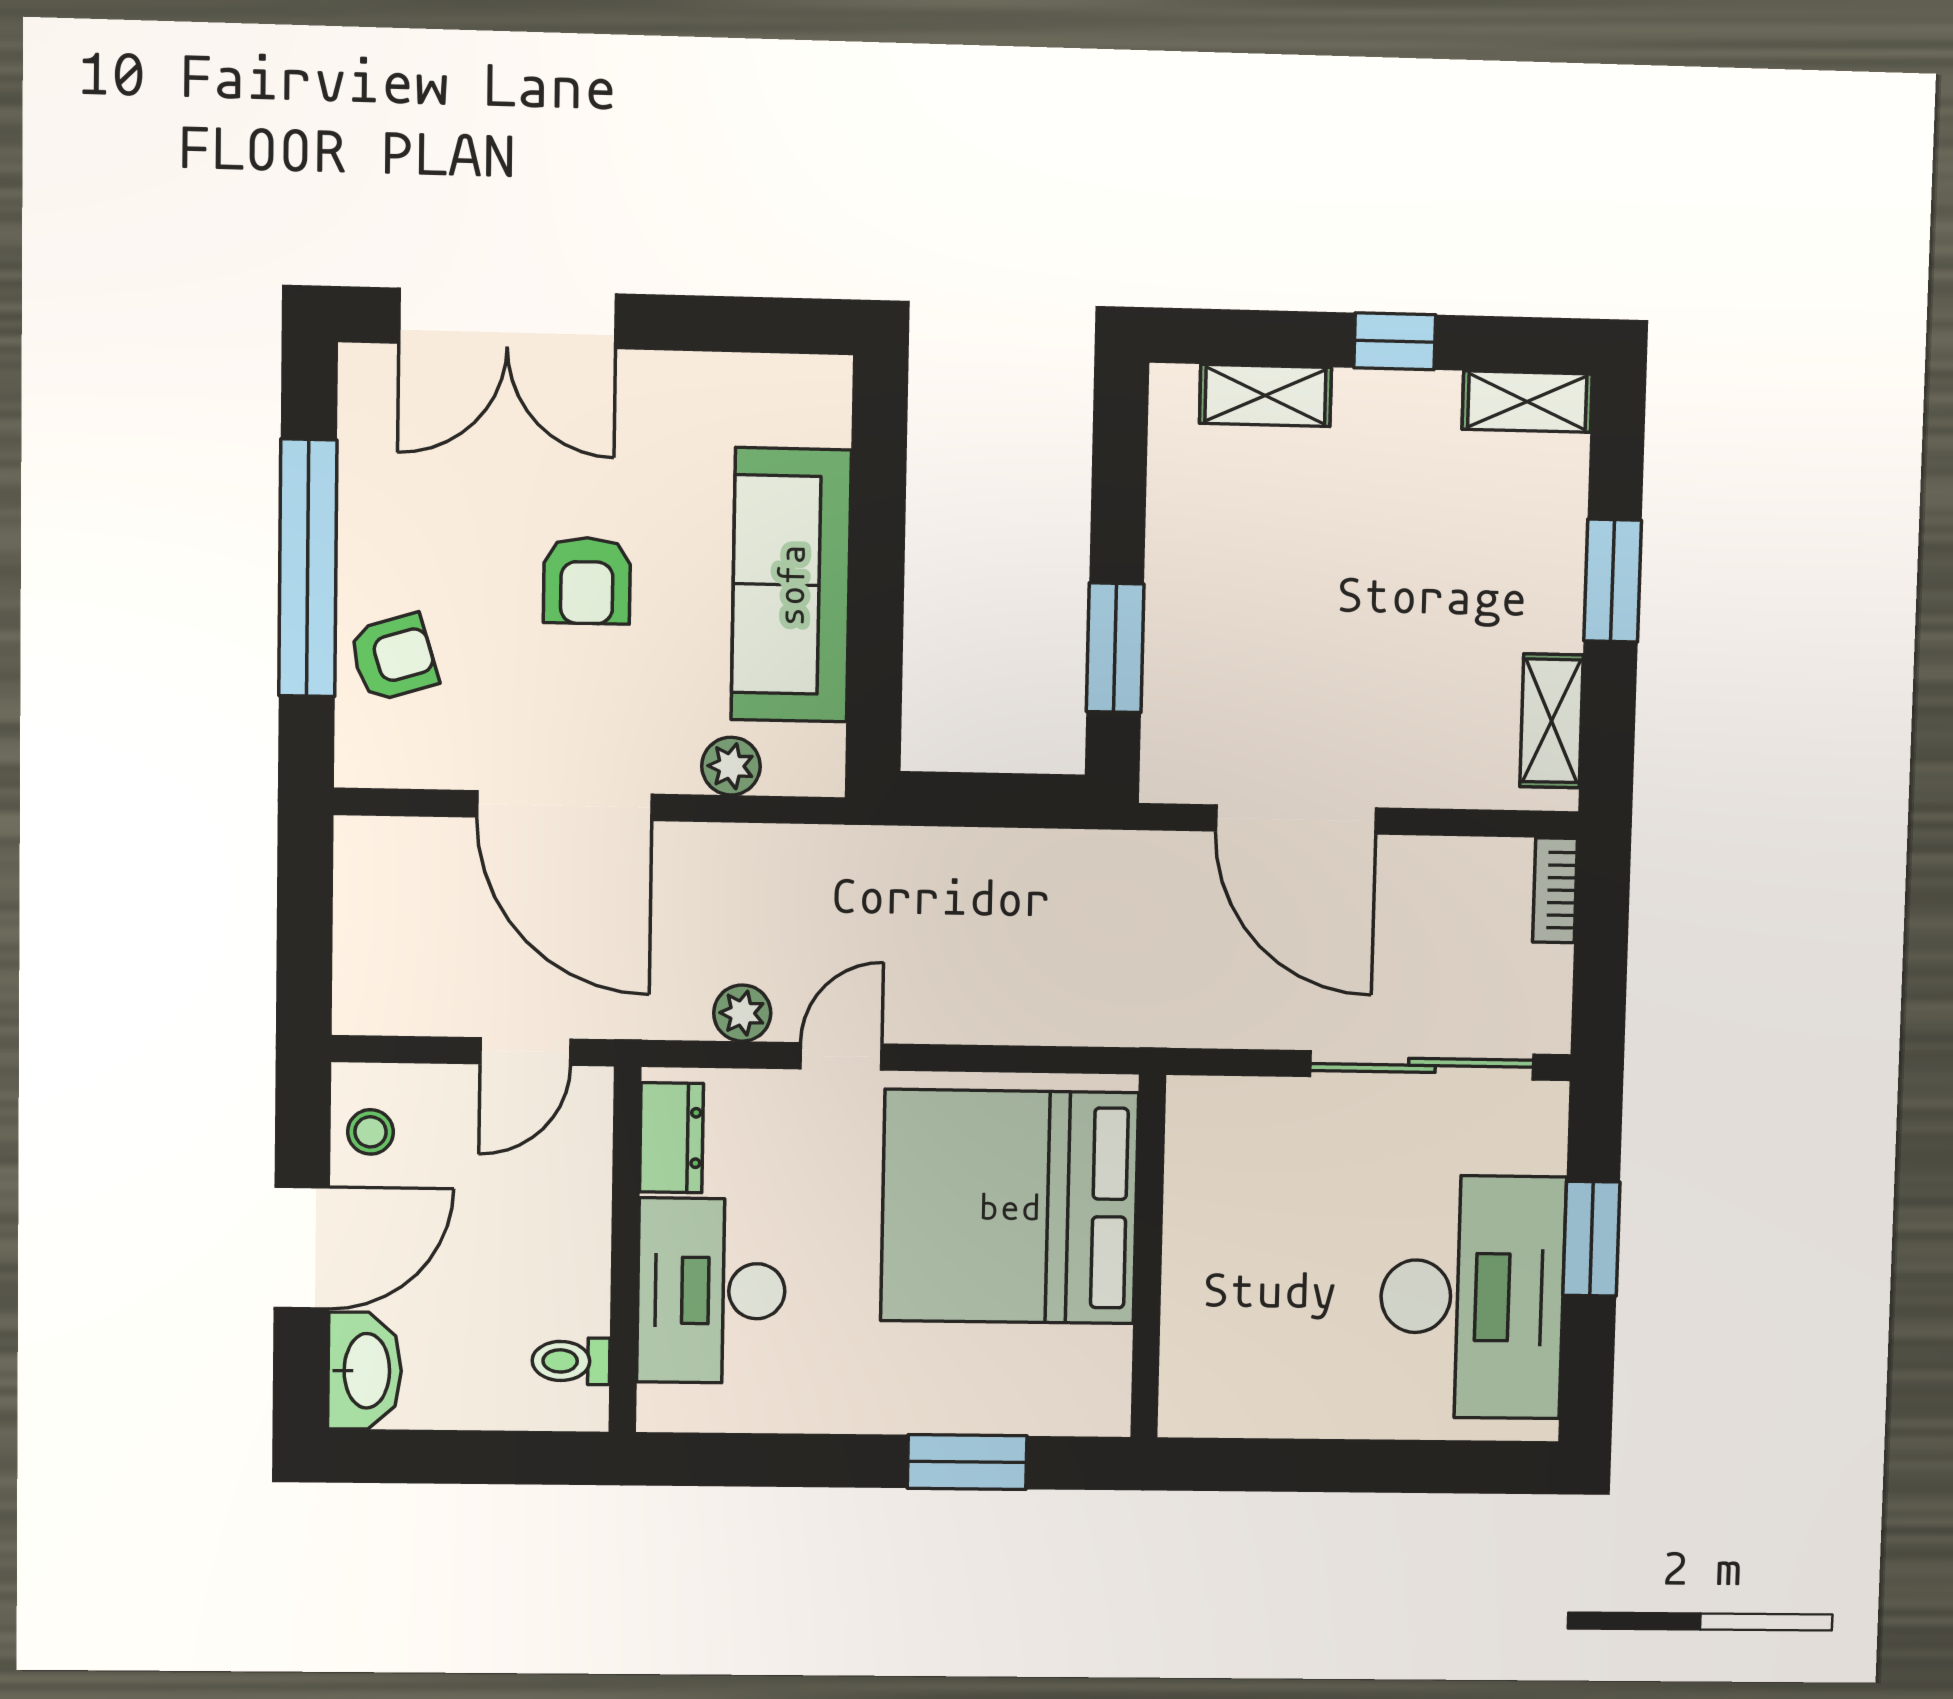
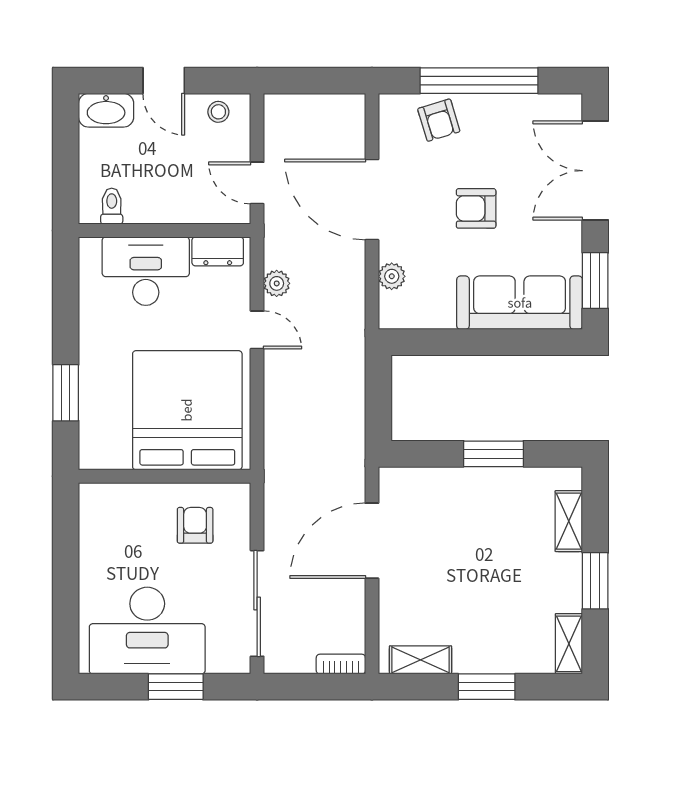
window: (748, 325) -> (595, 281), added
window: (1395, 341) -> (595, 581), width x1.50
sofa: (791, 585) -> (520, 303), moved
window: (1115, 648) -> (493, 454), moved
door: (564, 806) -> (372, 200), hinge flipped
armchair: (1254, 1194) -> (195, 525), added
door: (302, 1248) -> (164, 81), width x0.73

